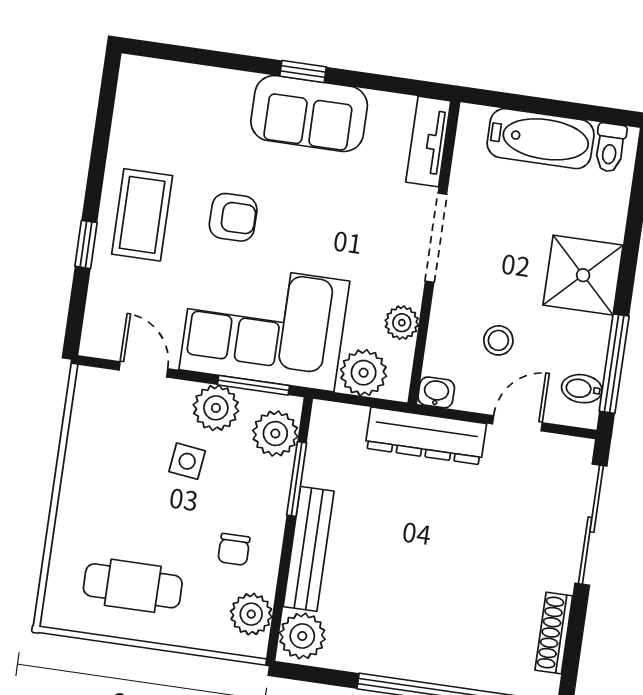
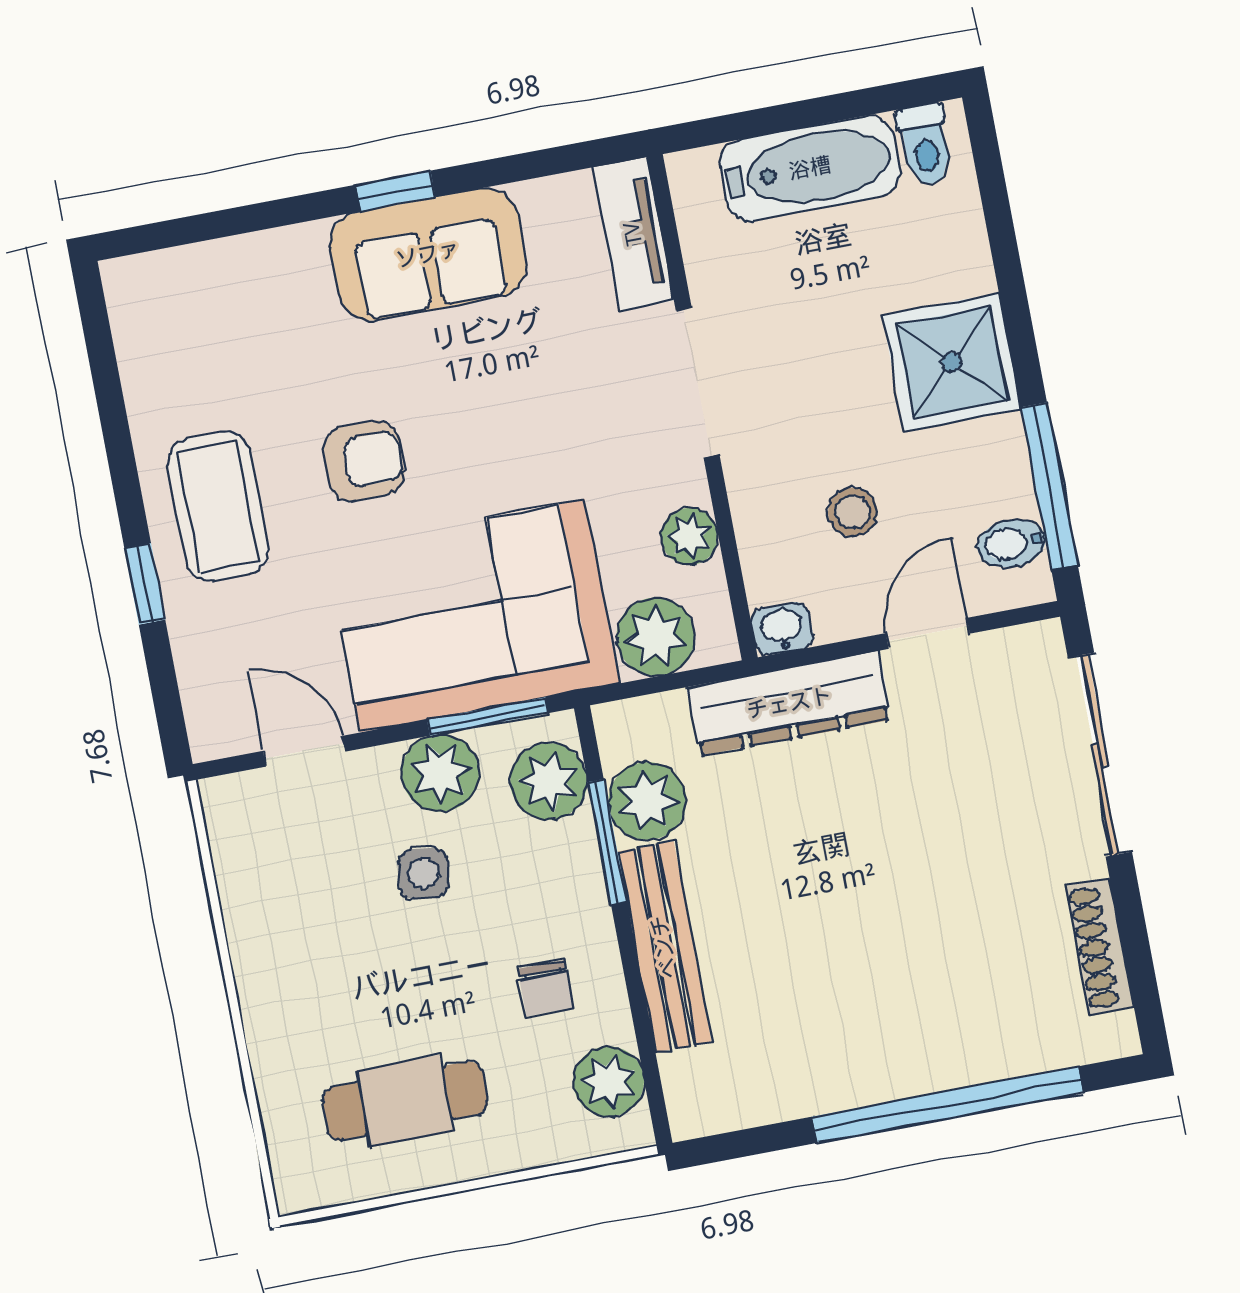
plant: (302, 636) -> (647, 801), moved

